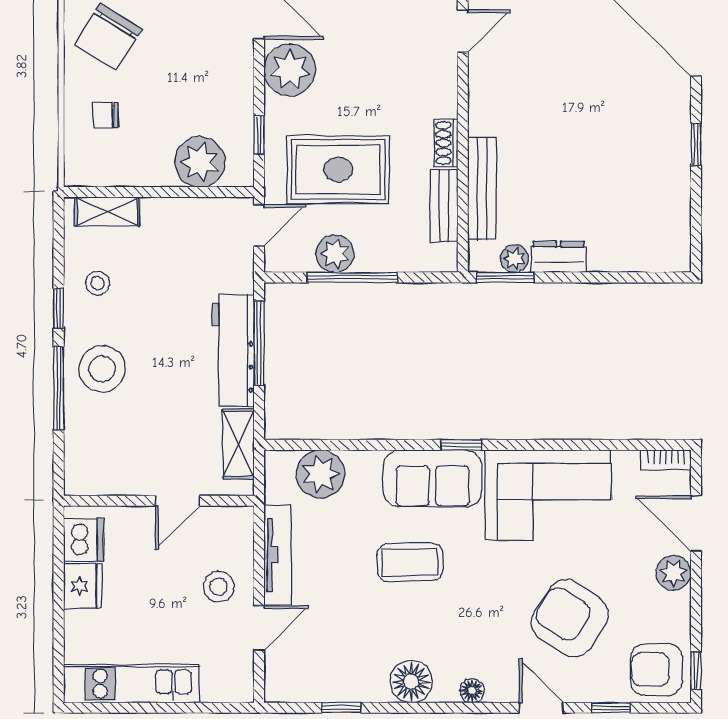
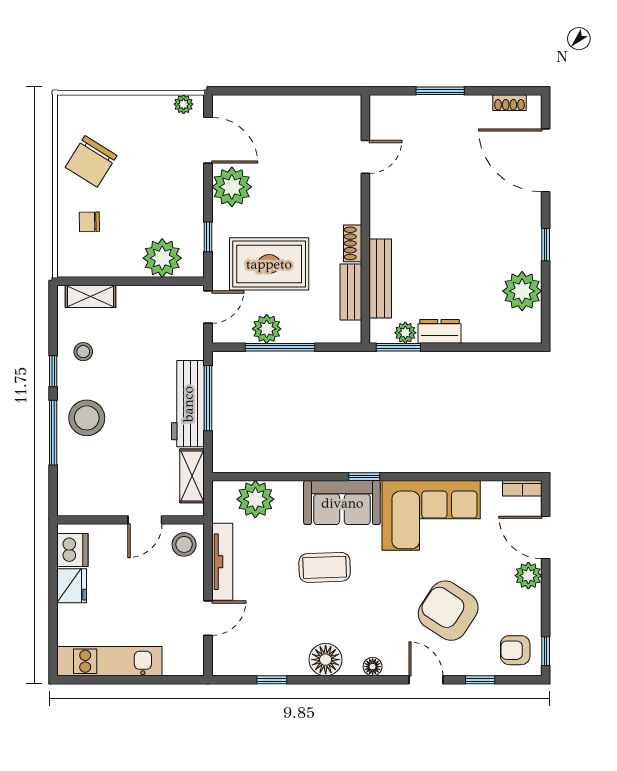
plant: (666, 205) -> (522, 291), added
stool: (218, 587) -> (184, 544), moved
armchair: (657, 669) -> (515, 650), width x0.72, depth x0.72

